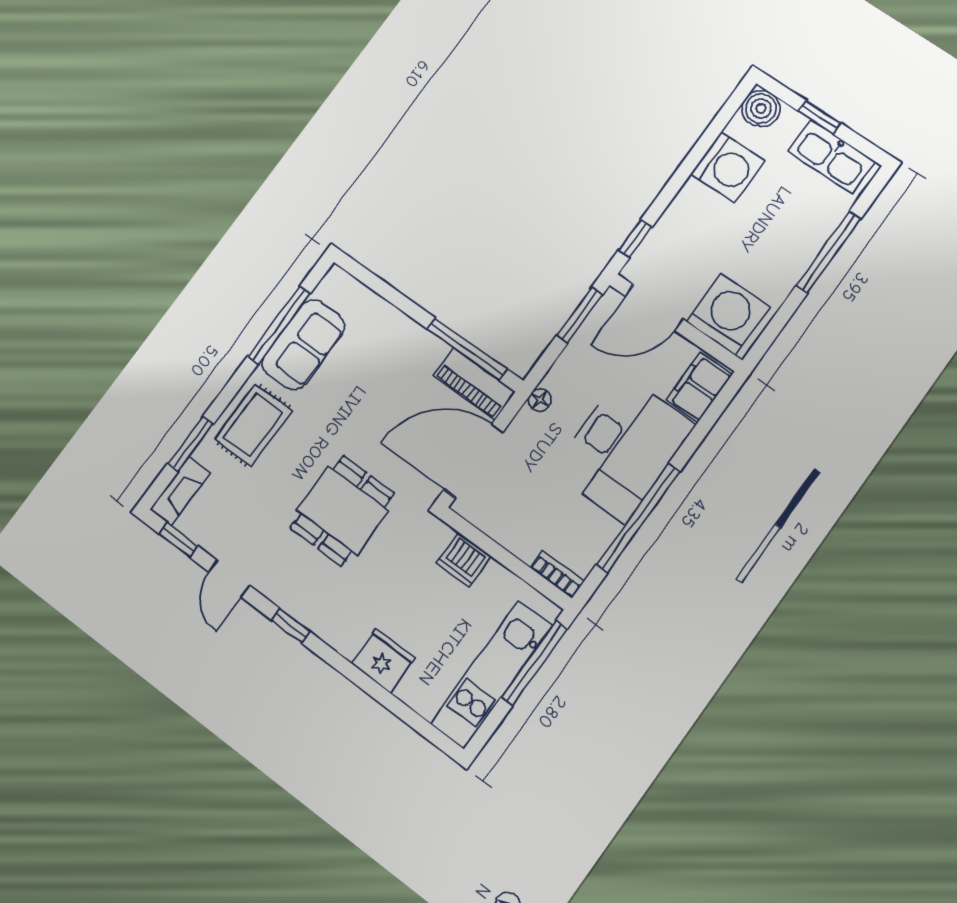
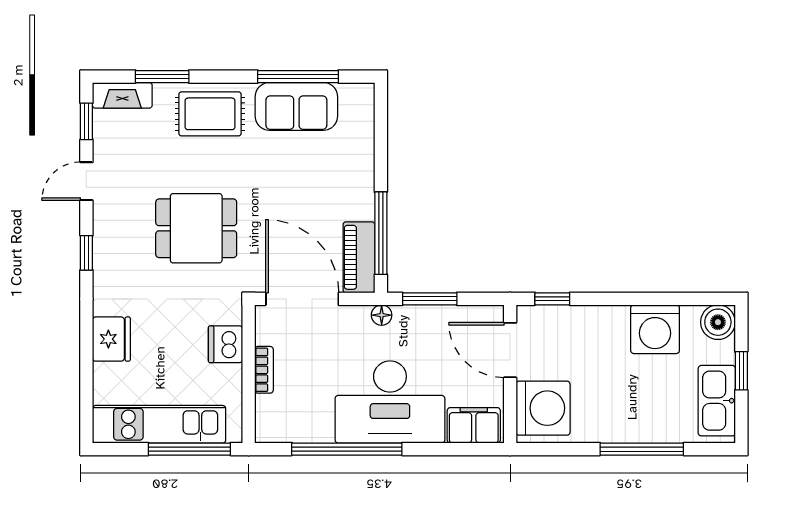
window: (580, 315) -> (430, 299), moved
bookcase: (557, 574) -> (264, 370), moved

